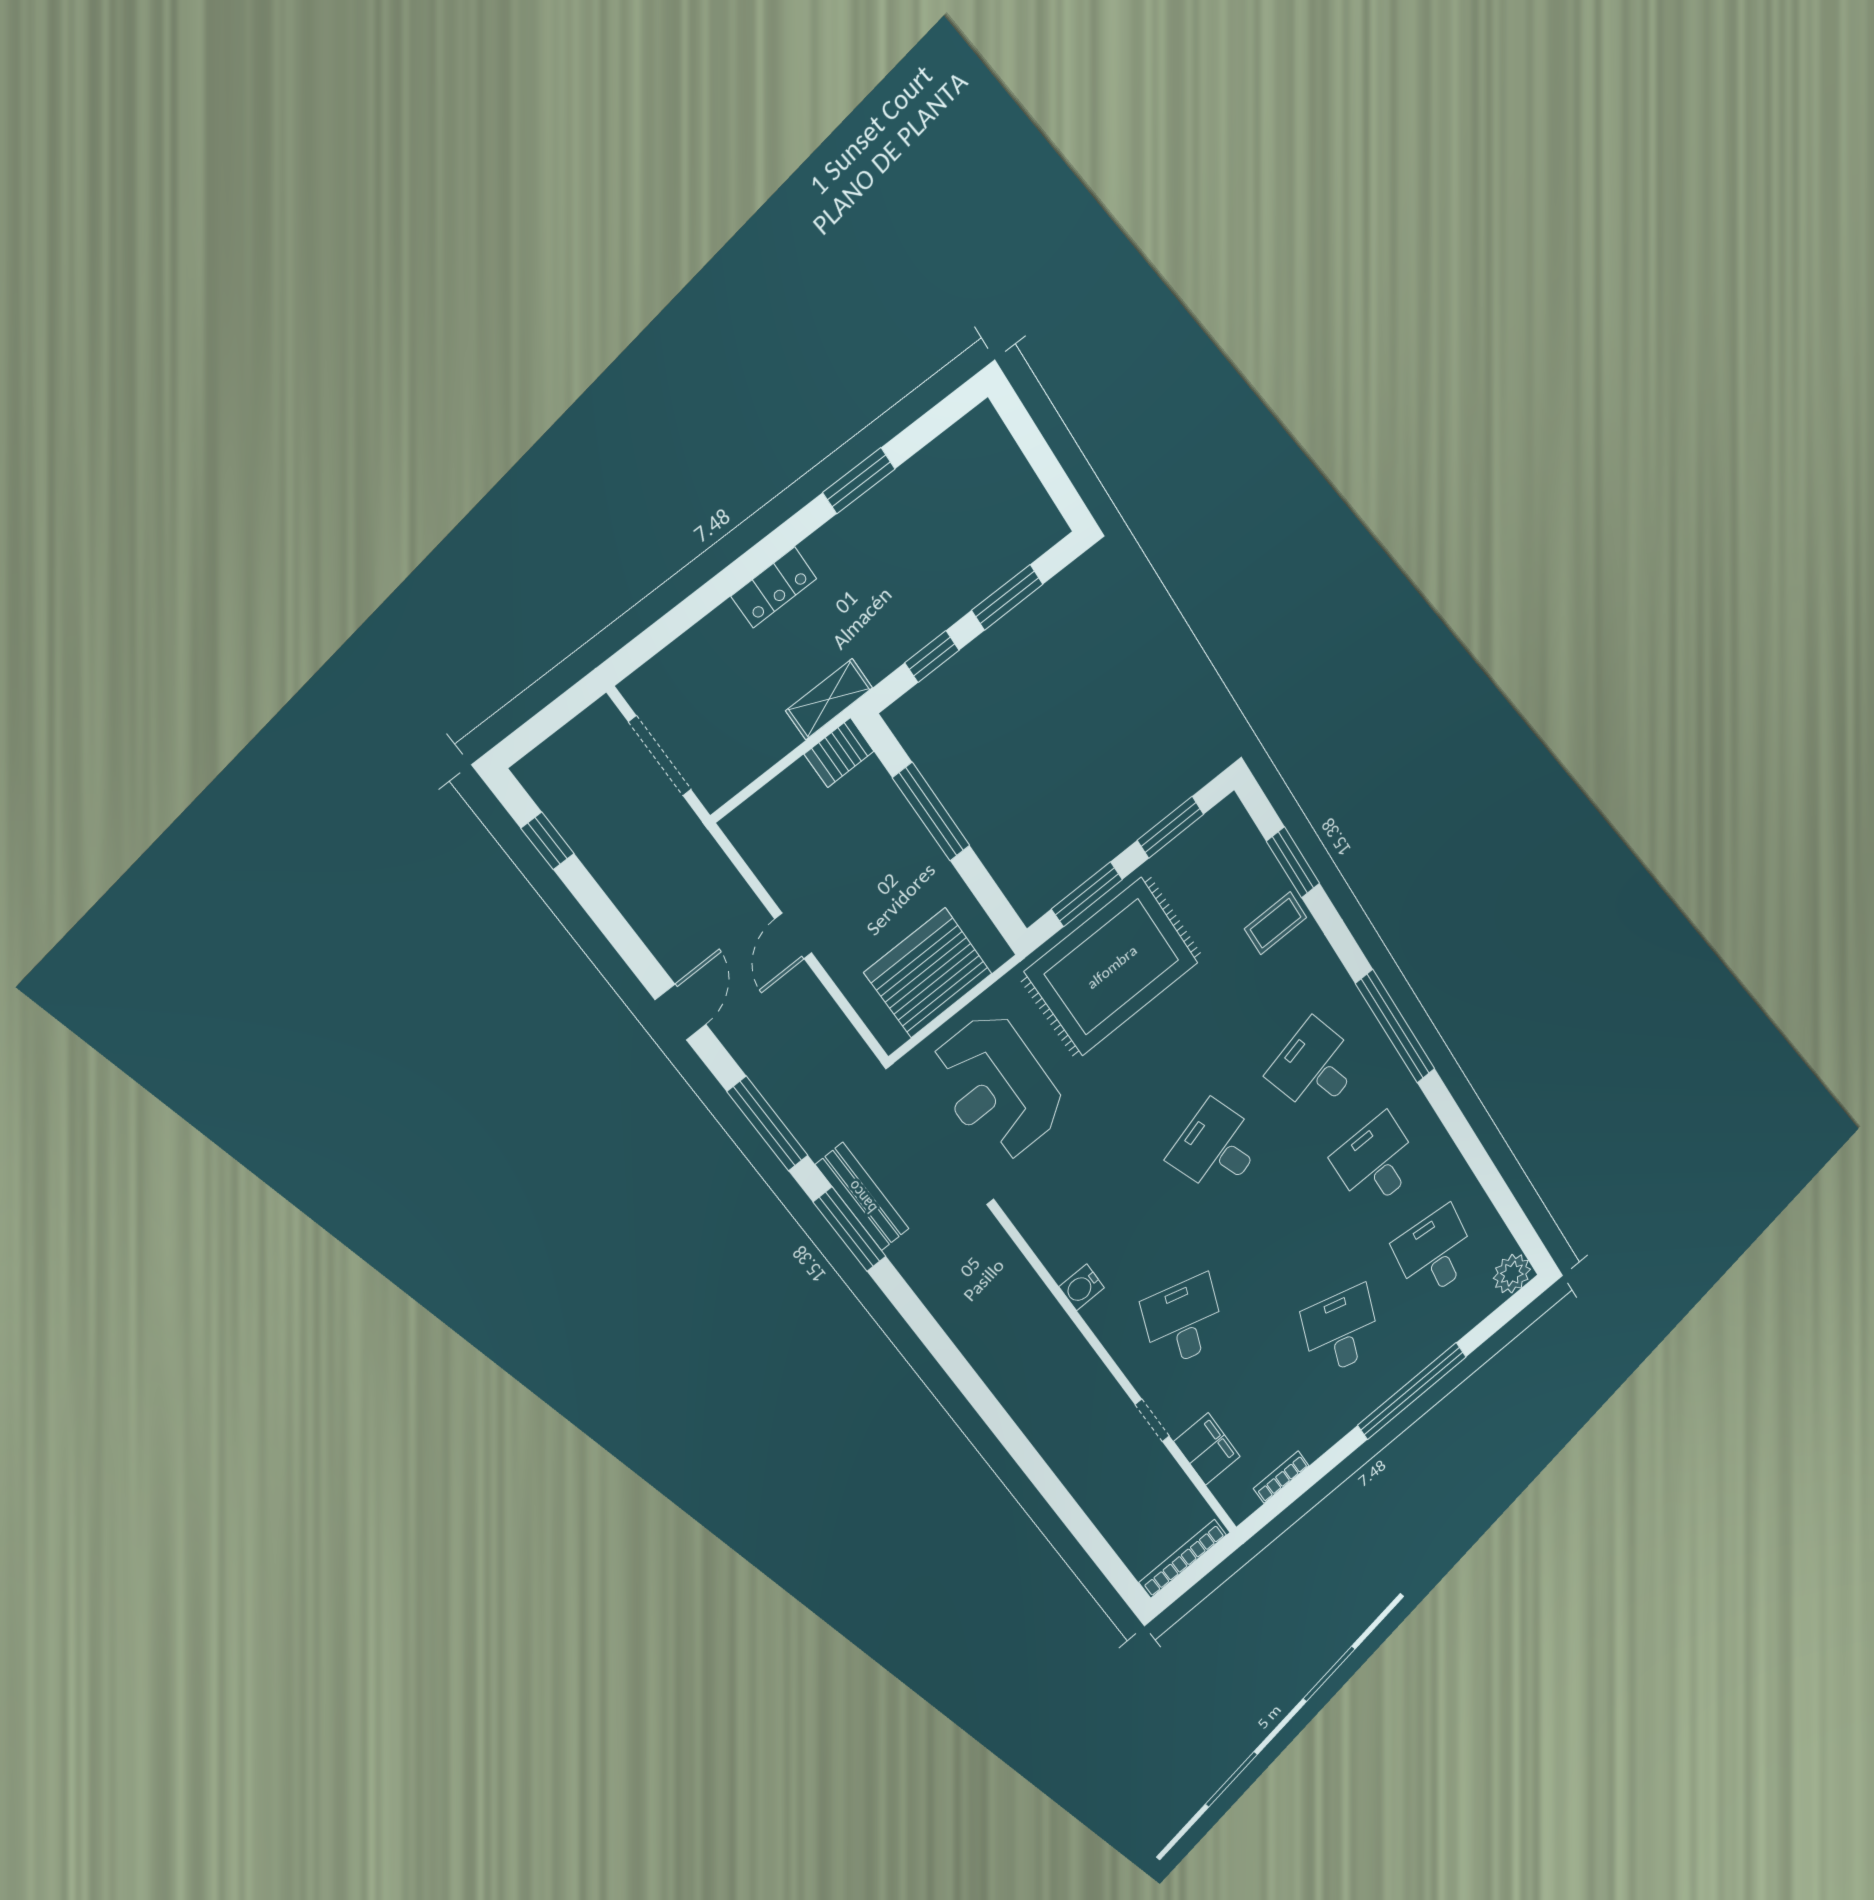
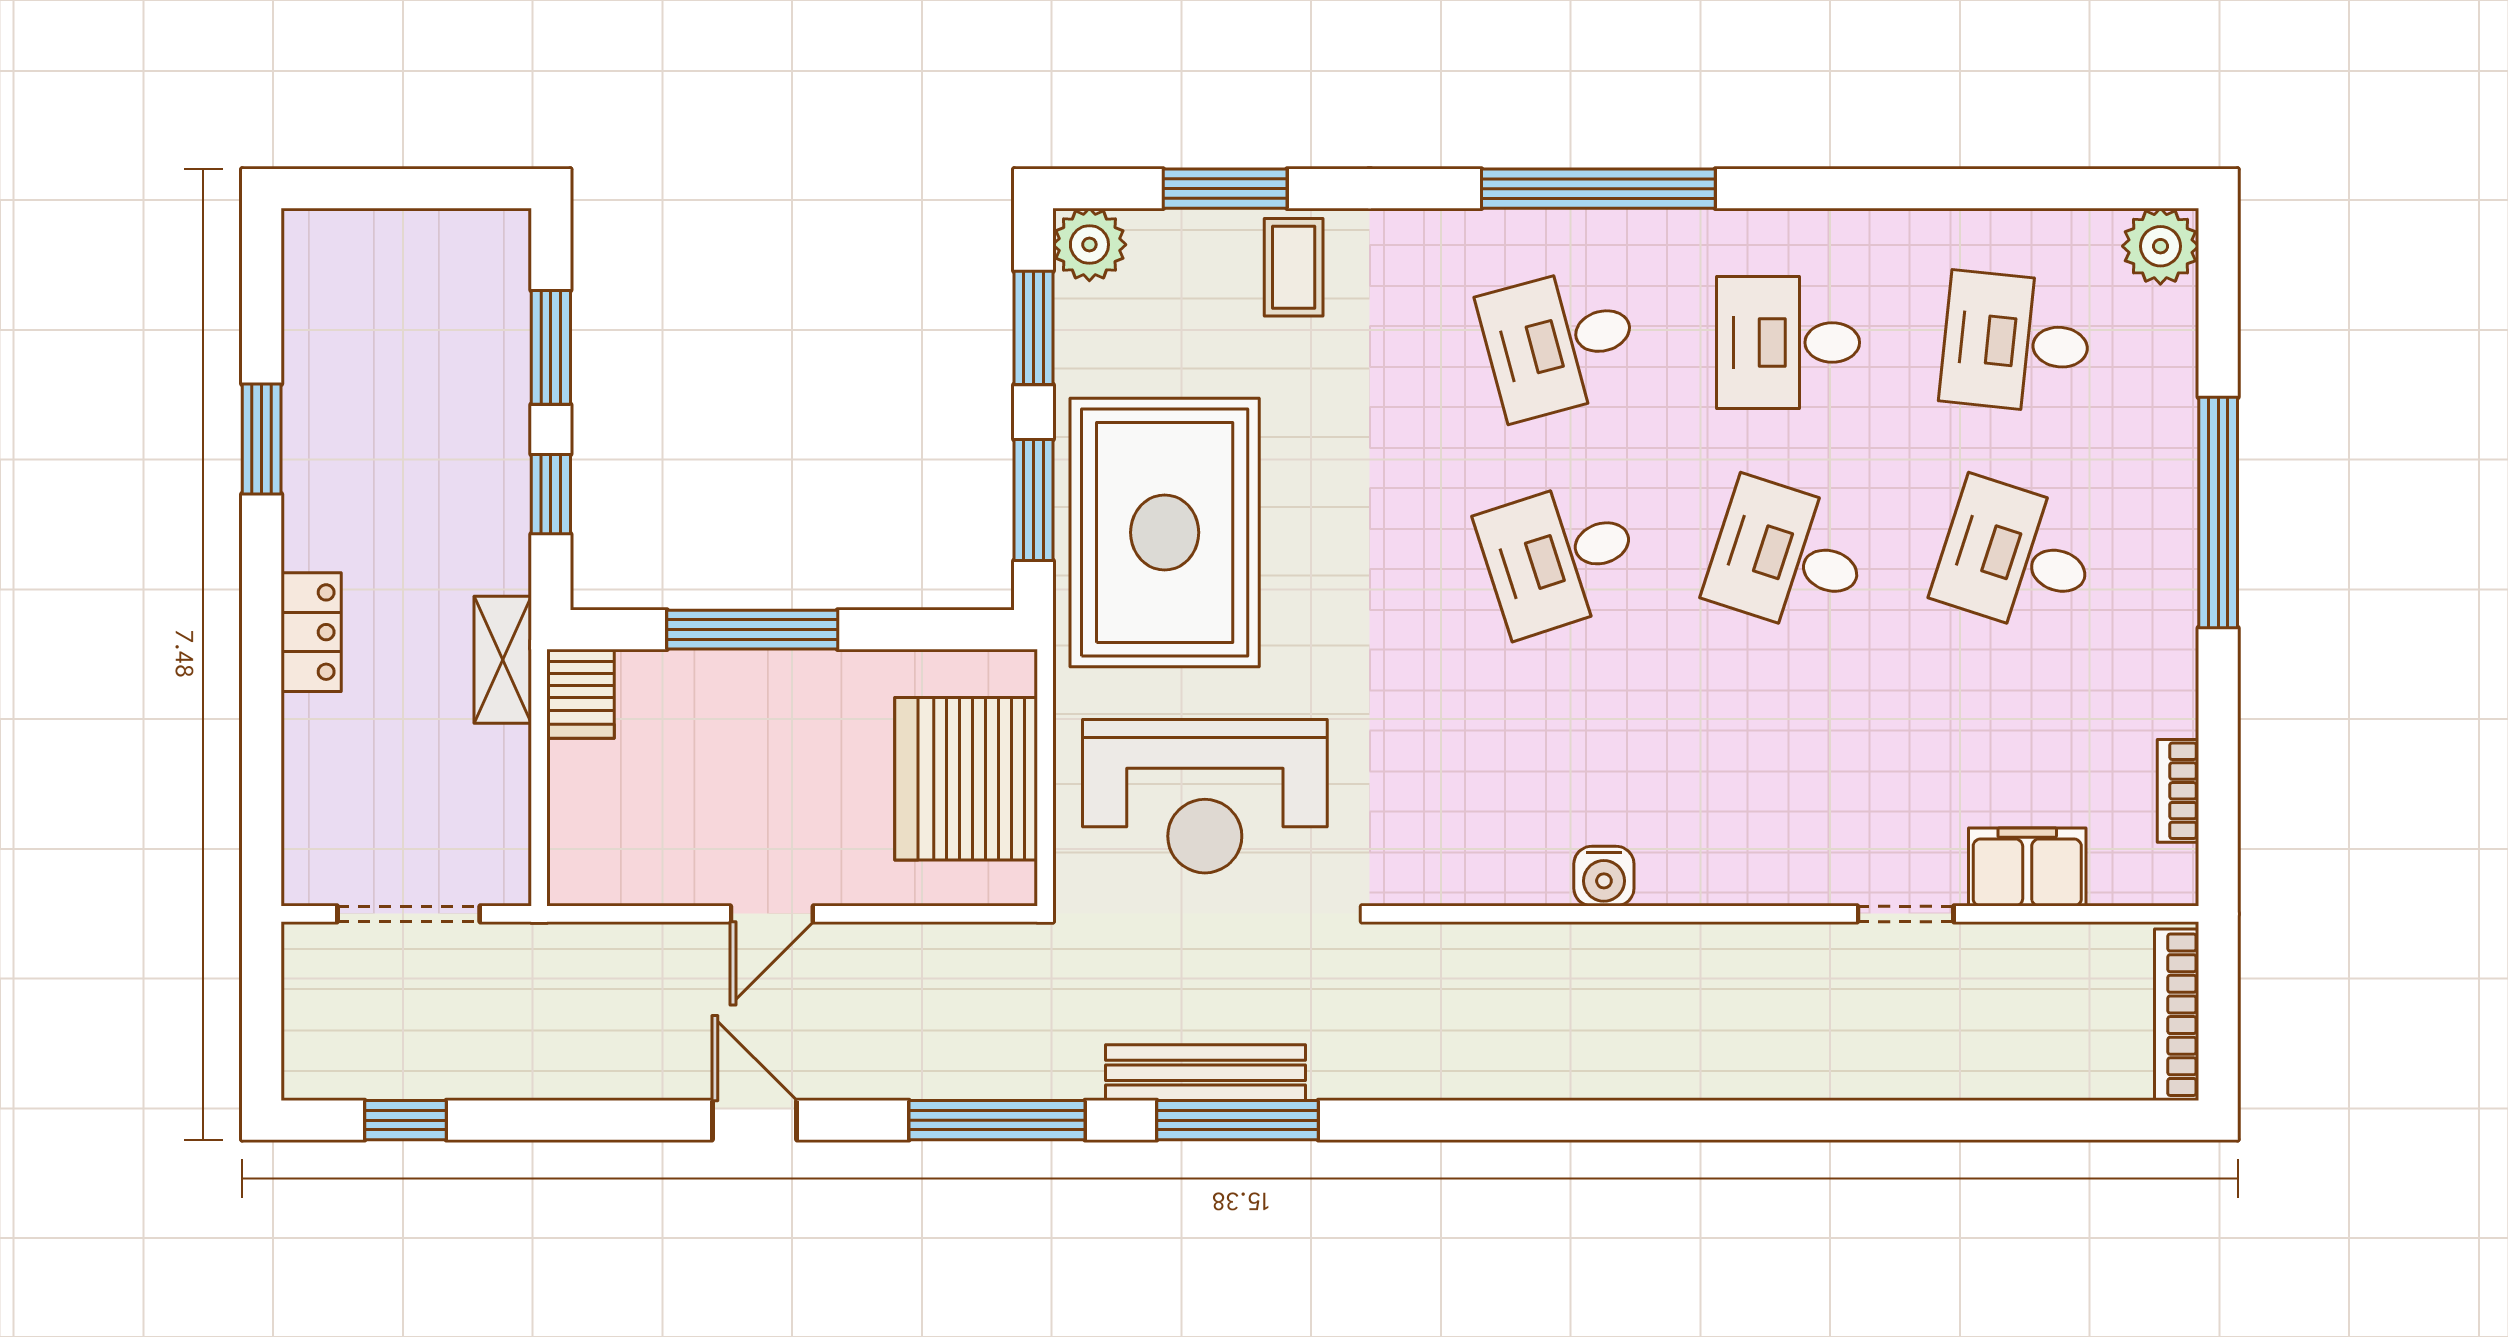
plant: (1227, 821) -> (1089, 245), added
door: (793, 936) -> (772, 914), hinge flipped
desk: (1183, 1321) -> (1788, 557), moved

